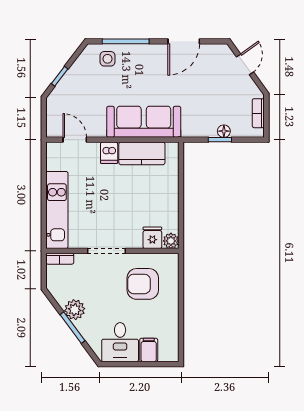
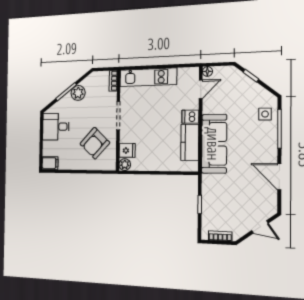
floor lamp: (224, 131) -> (207, 71), moved
armchair: (143, 284) -> (95, 143), turned -137
filing cabinet: (149, 350) -> (50, 163), moved

